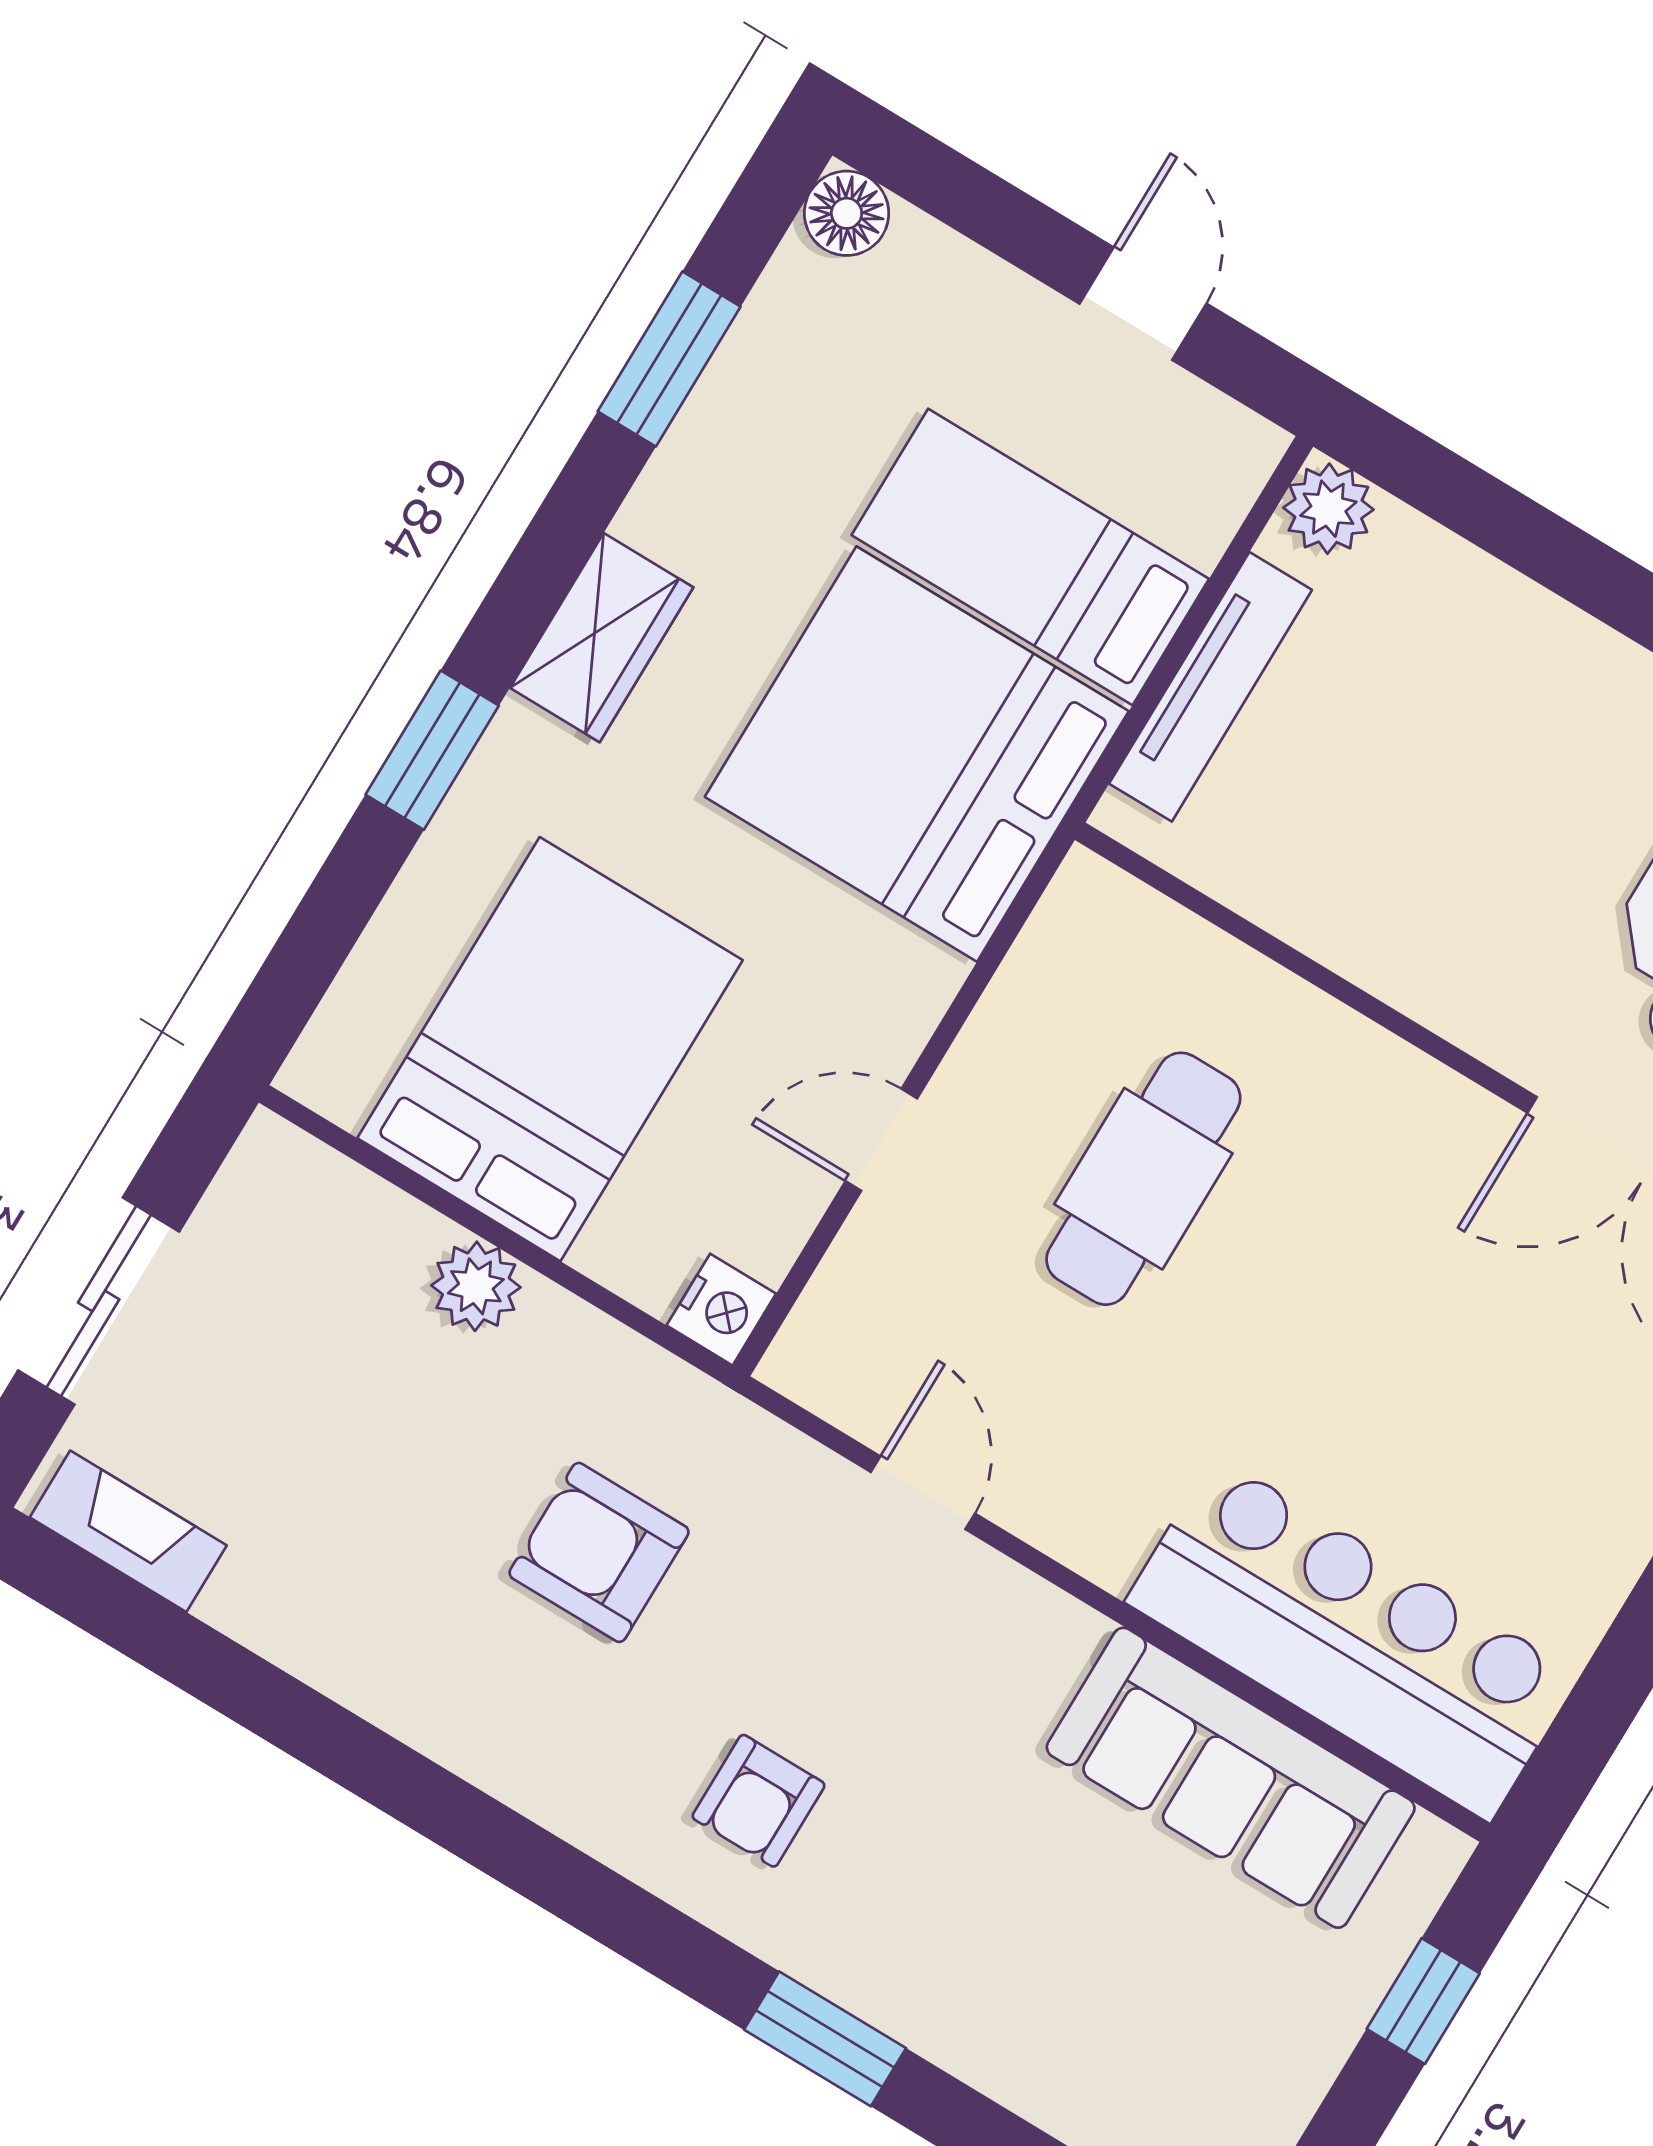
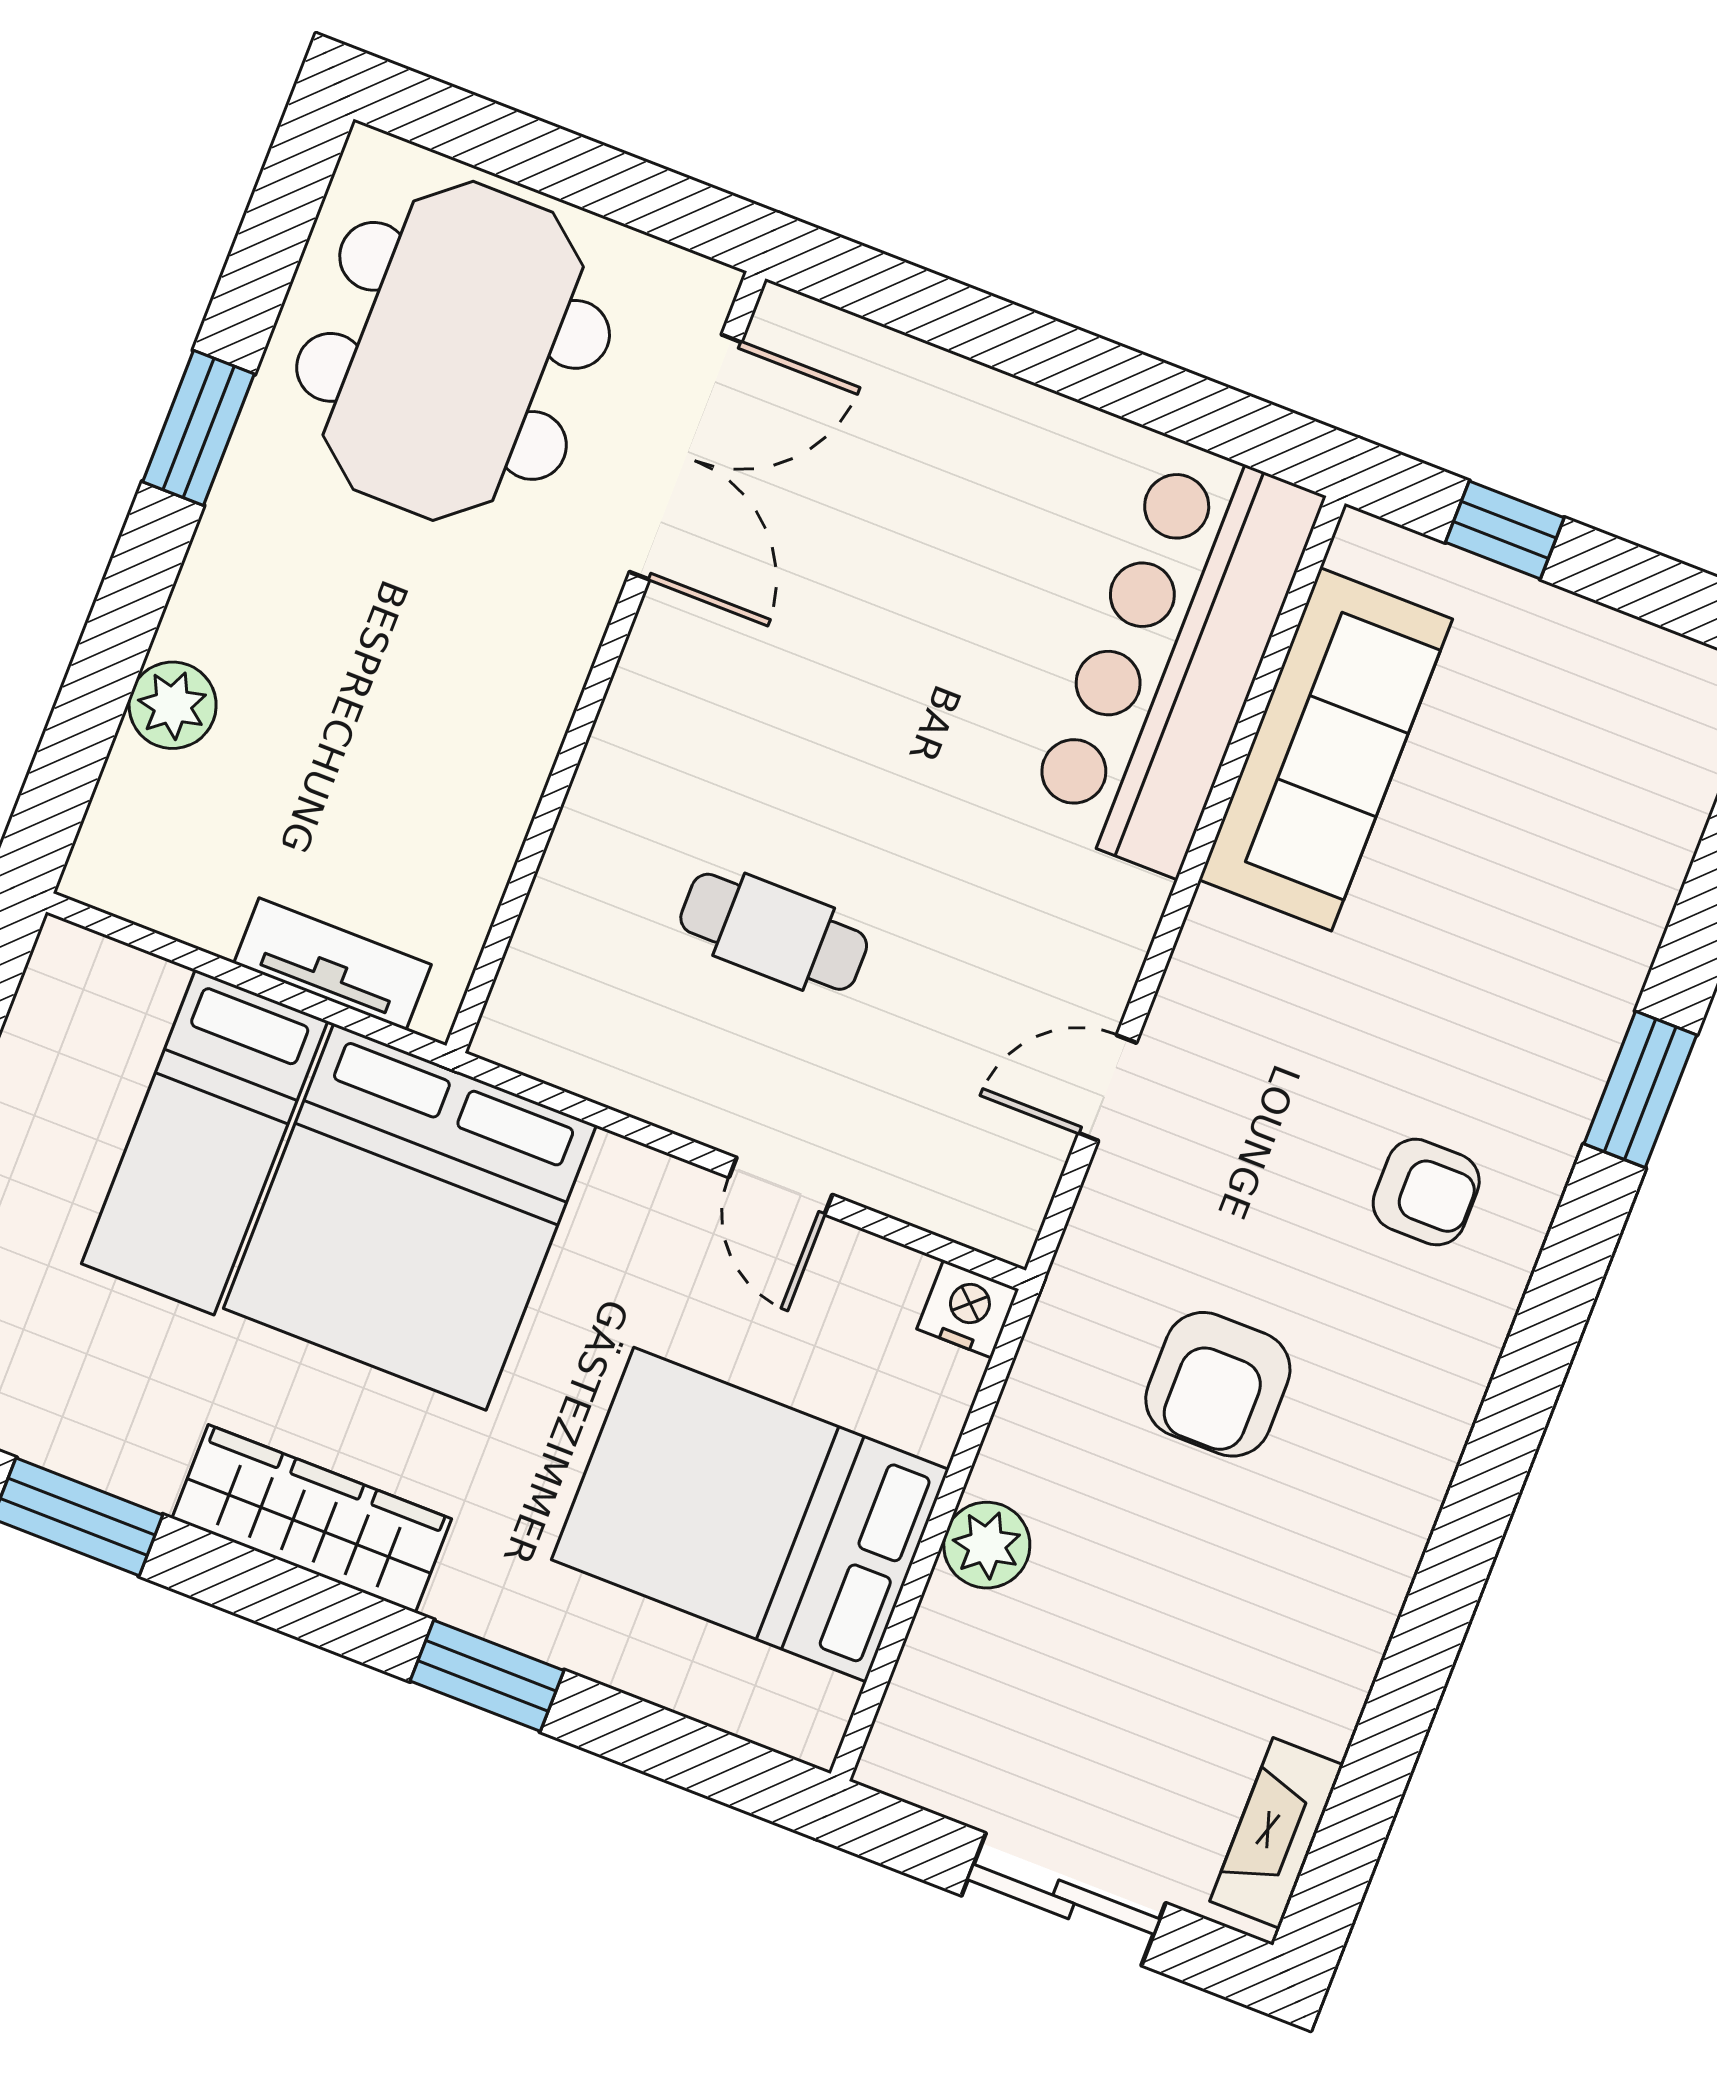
plant: (1328, 509) -> (173, 705), moved
wardrobe: (602, 638) -> (312, 1519), width x1.50
tv unit: (1211, 687) -> (333, 964), width x0.71
cafe table: (1143, 1179) -> (774, 932), width x0.73, depth x0.74

